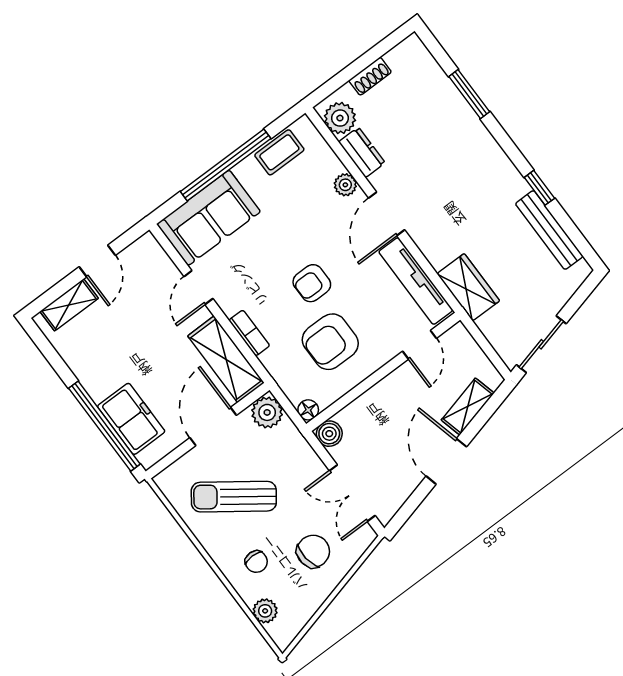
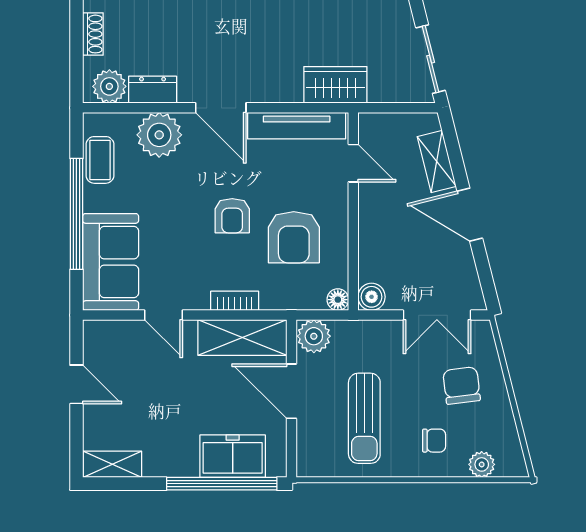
plant: (345, 185) -> (159, 135), width x1.88, depth x1.88
shelving: (69, 305) -> (112, 464), moved, turned 90
sun lounger: (234, 497) -> (364, 418), turned -36

